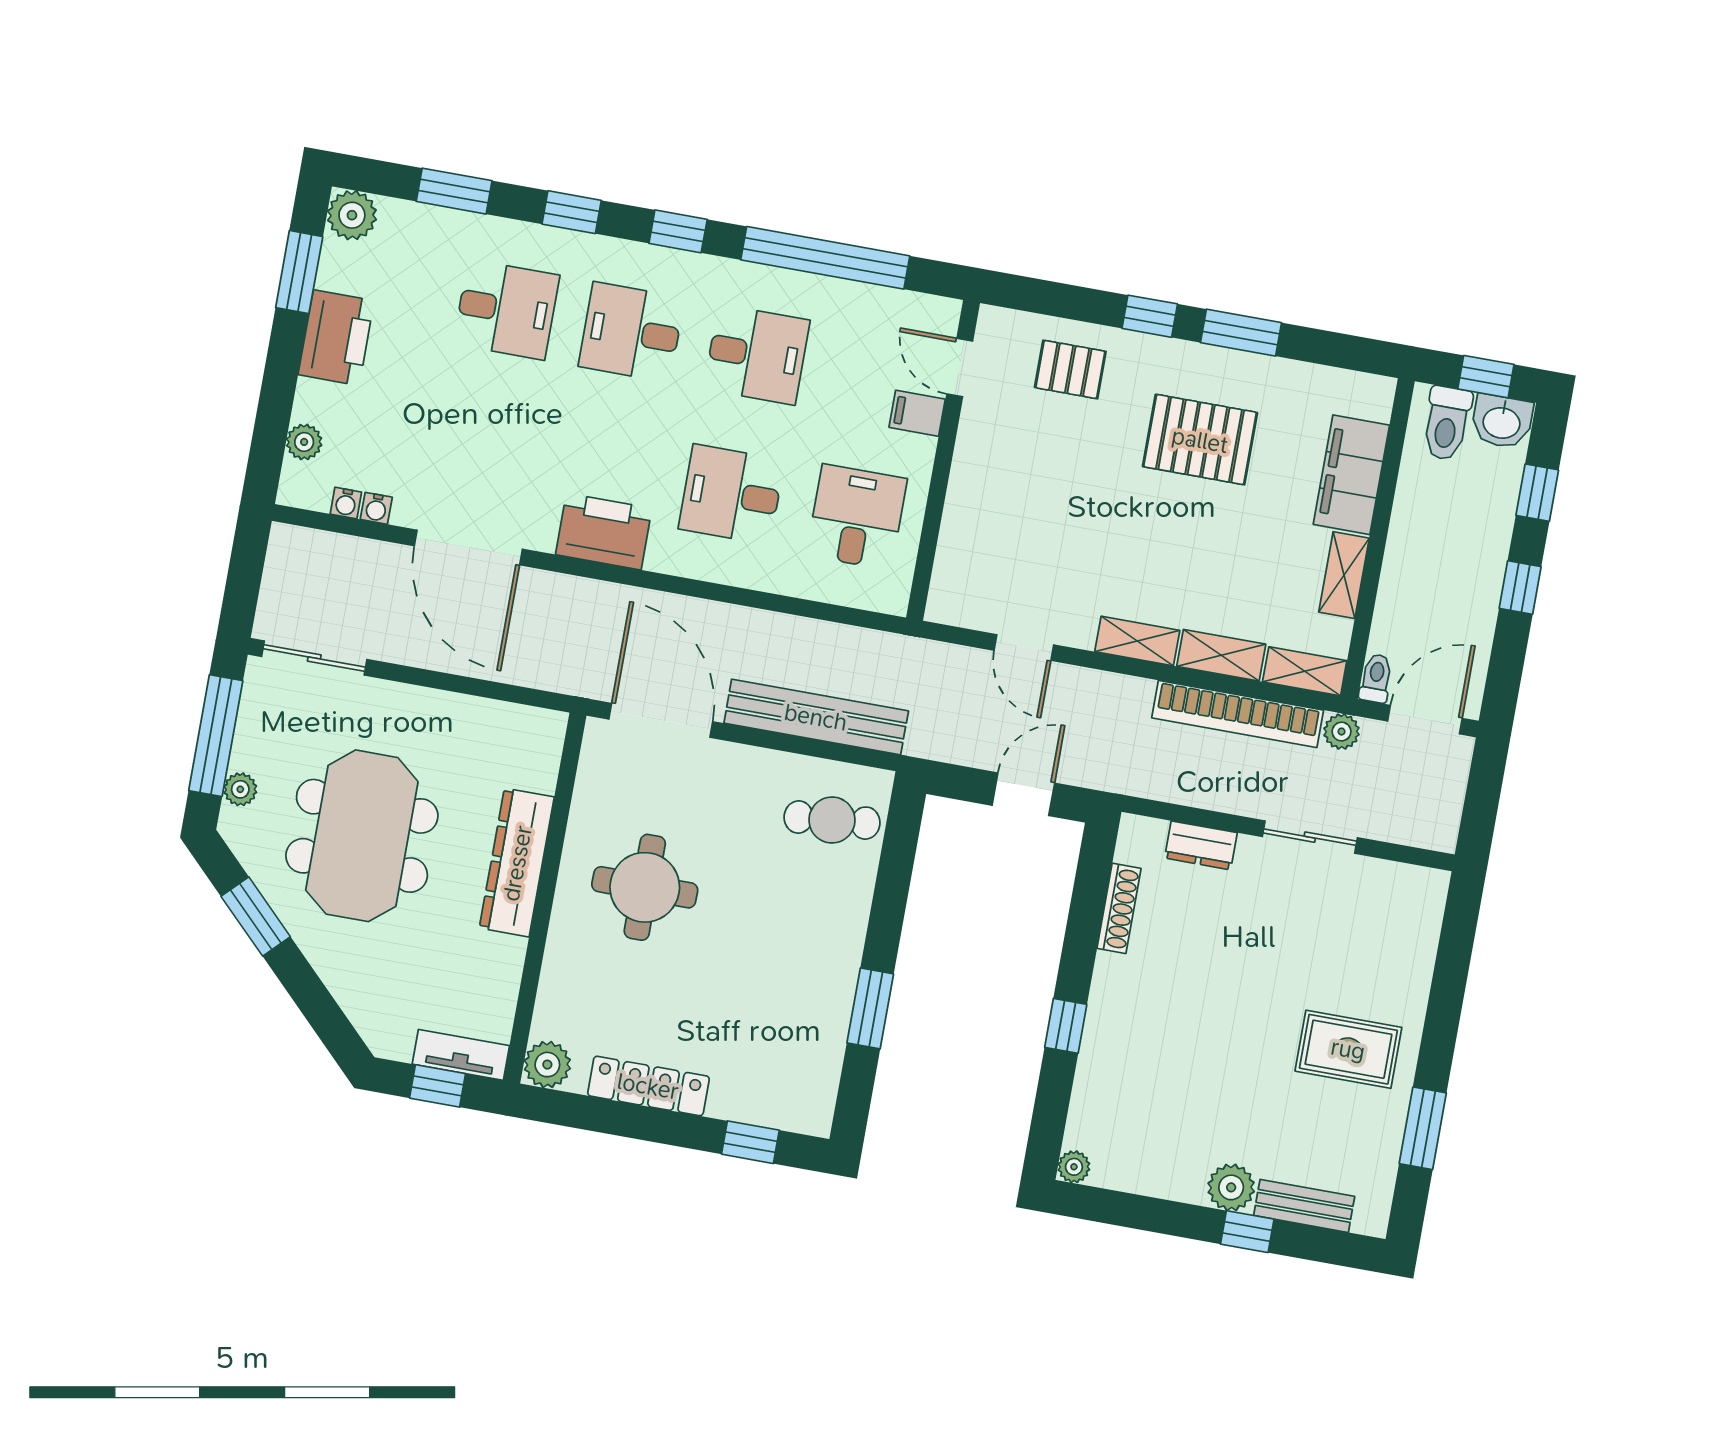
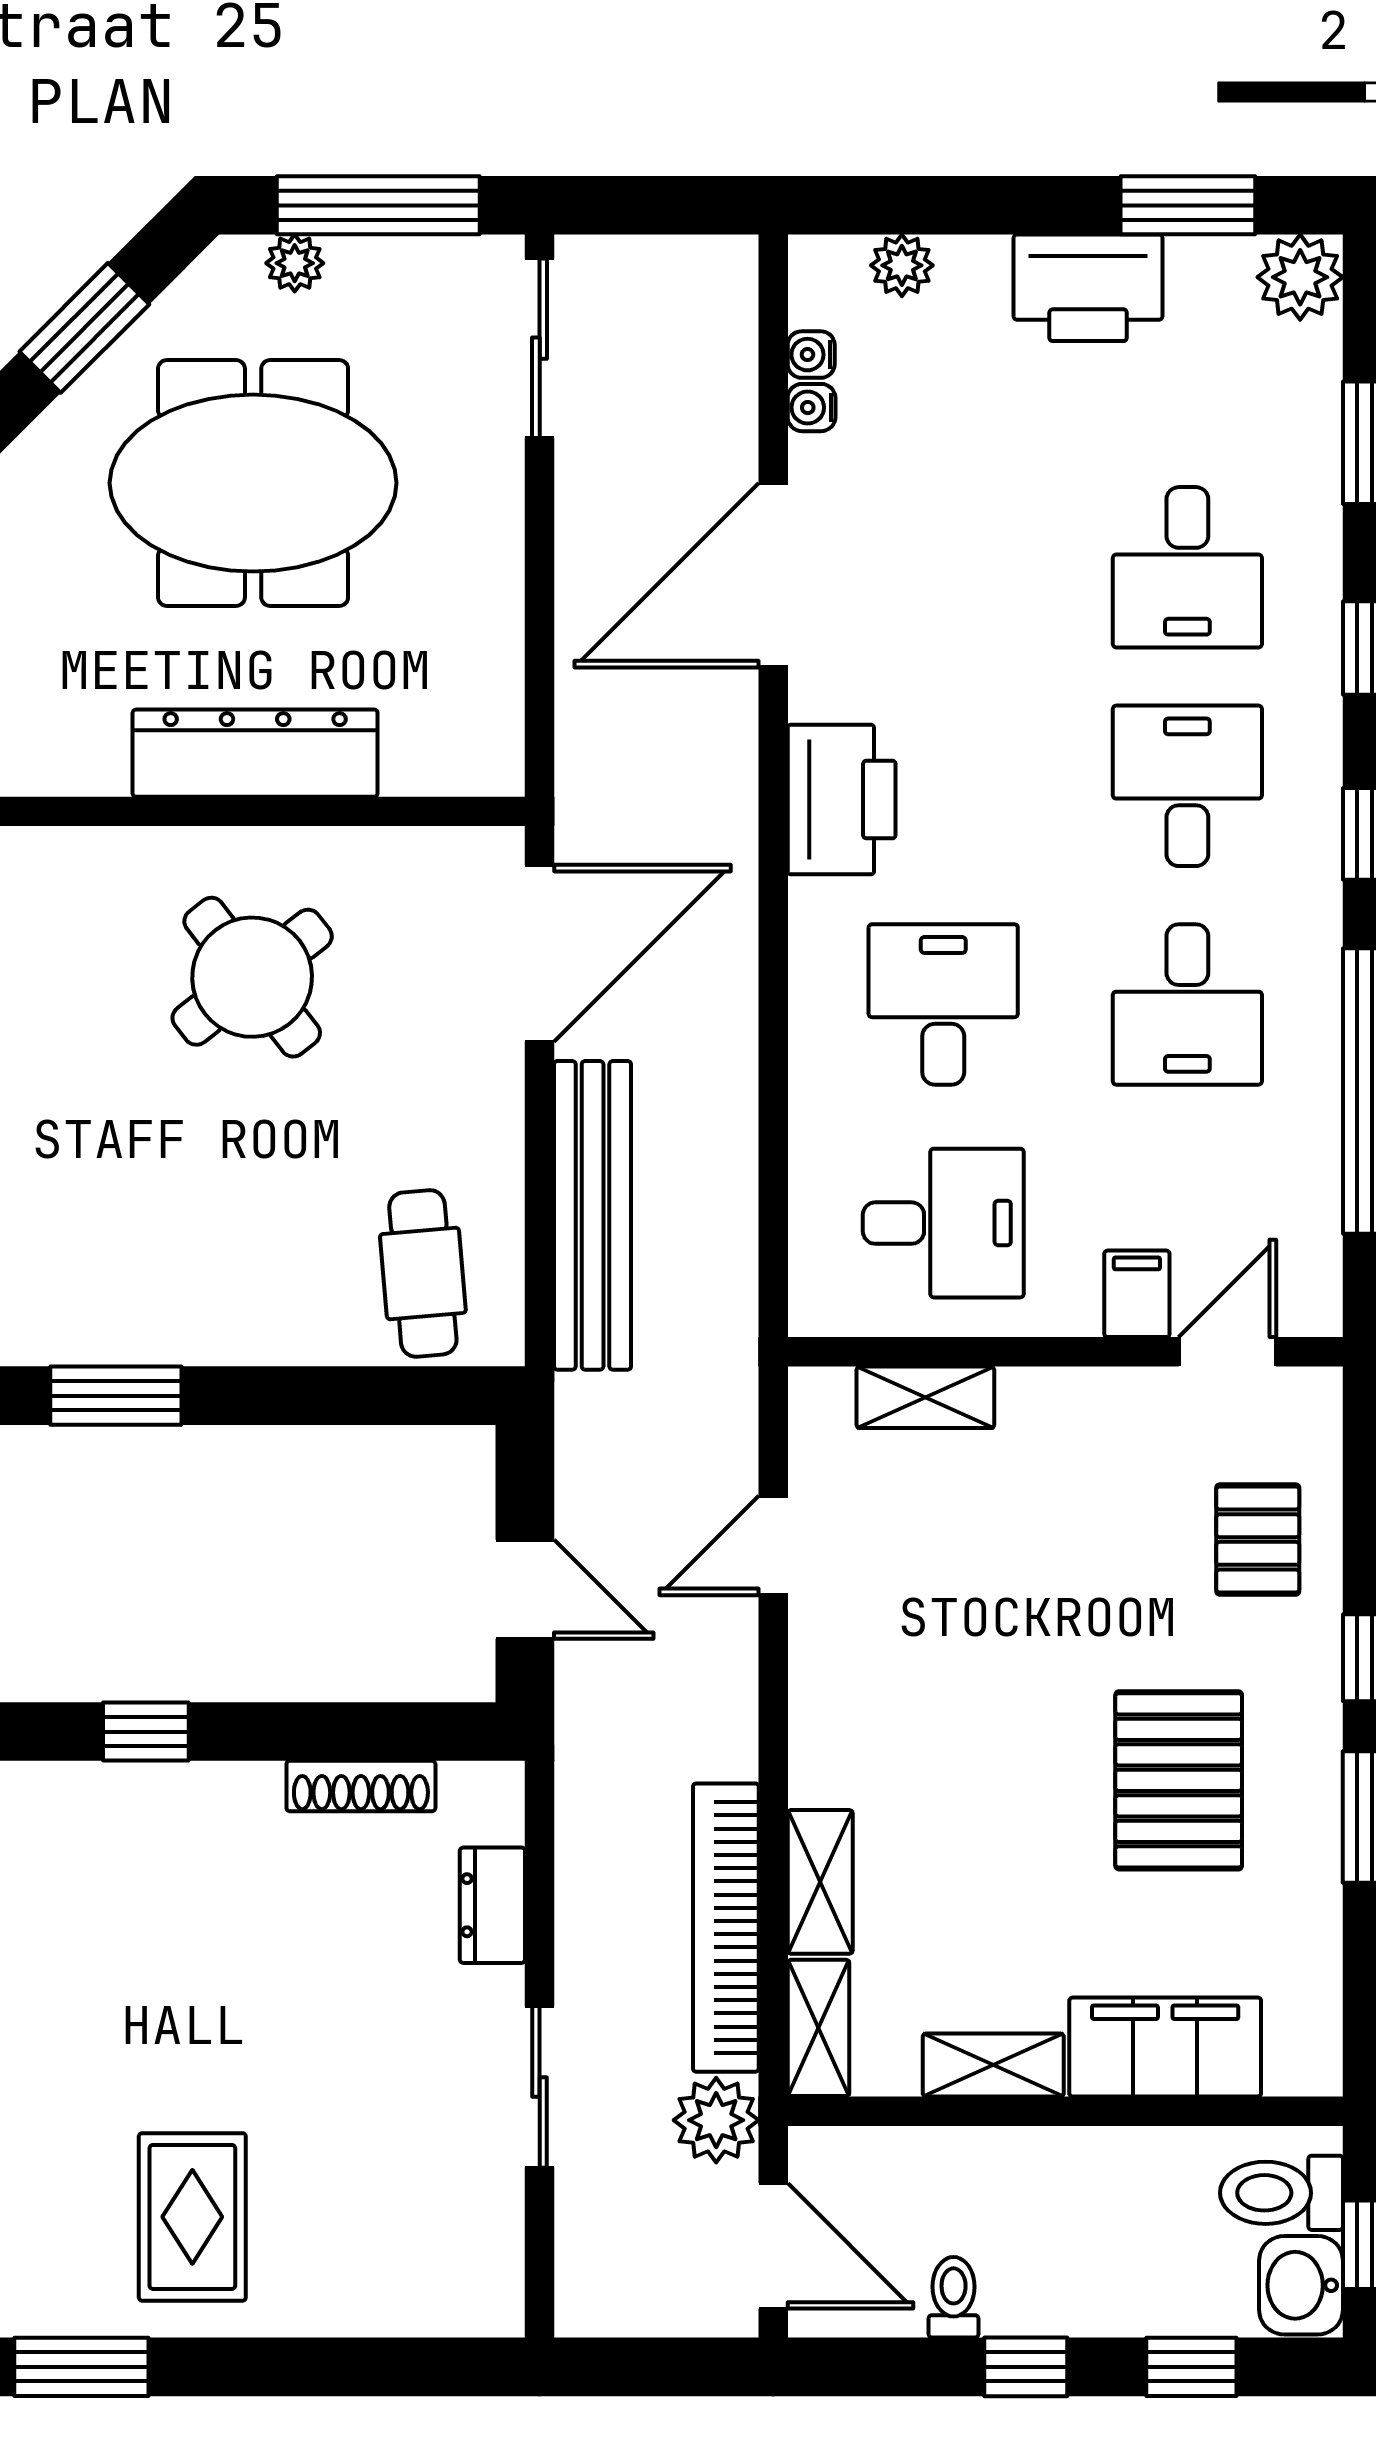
shelving: (1137, 641) -> (925, 1397), moved, turned 90
toilet: (1376, 678) -> (954, 2297), moved, turned -90
plant: (1342, 732) -> (716, 2120), width x1.38, depth x1.38
round table: (645, 887) -> (252, 977), turned -38

